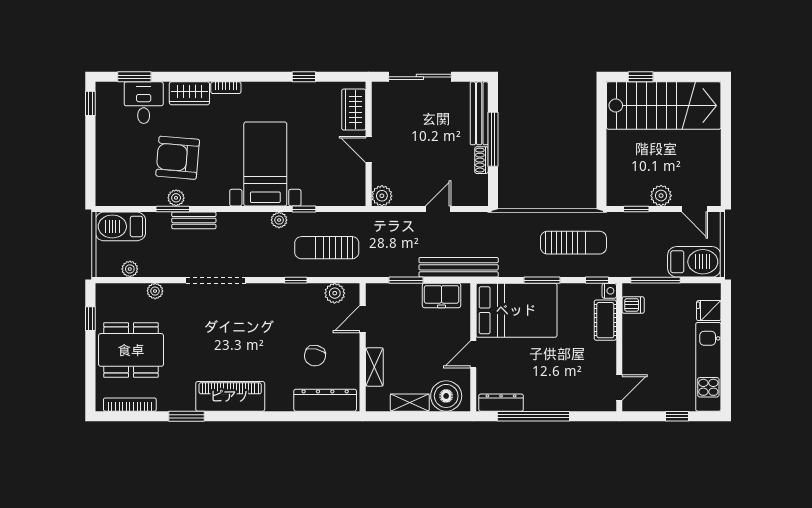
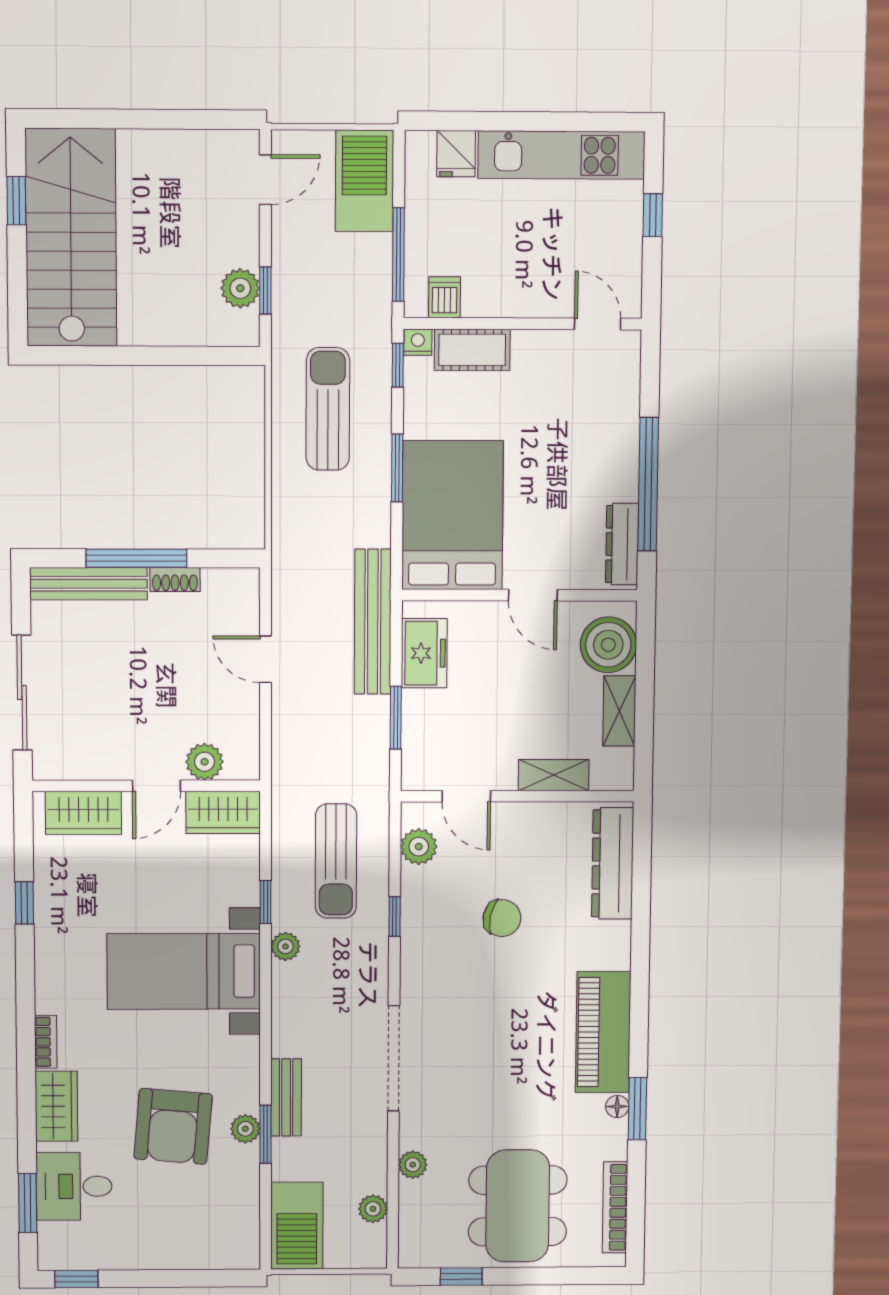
window: (641, 77) -> (16, 201), moved
wardrobe: (354, 186) -> (223, 812), added
plant: (382, 196) -> (205, 762), moved
plant: (661, 196) -> (240, 288), moved
chair: (315, 356) -> (502, 918), moved
floor lamp: (188, 405) -> (617, 1106), added

